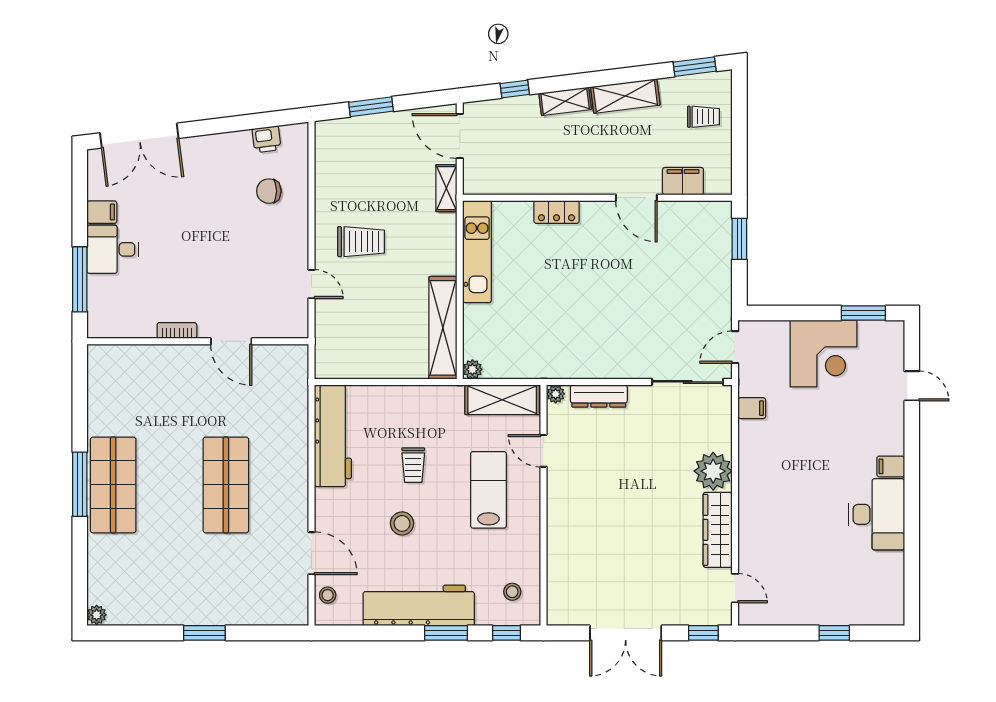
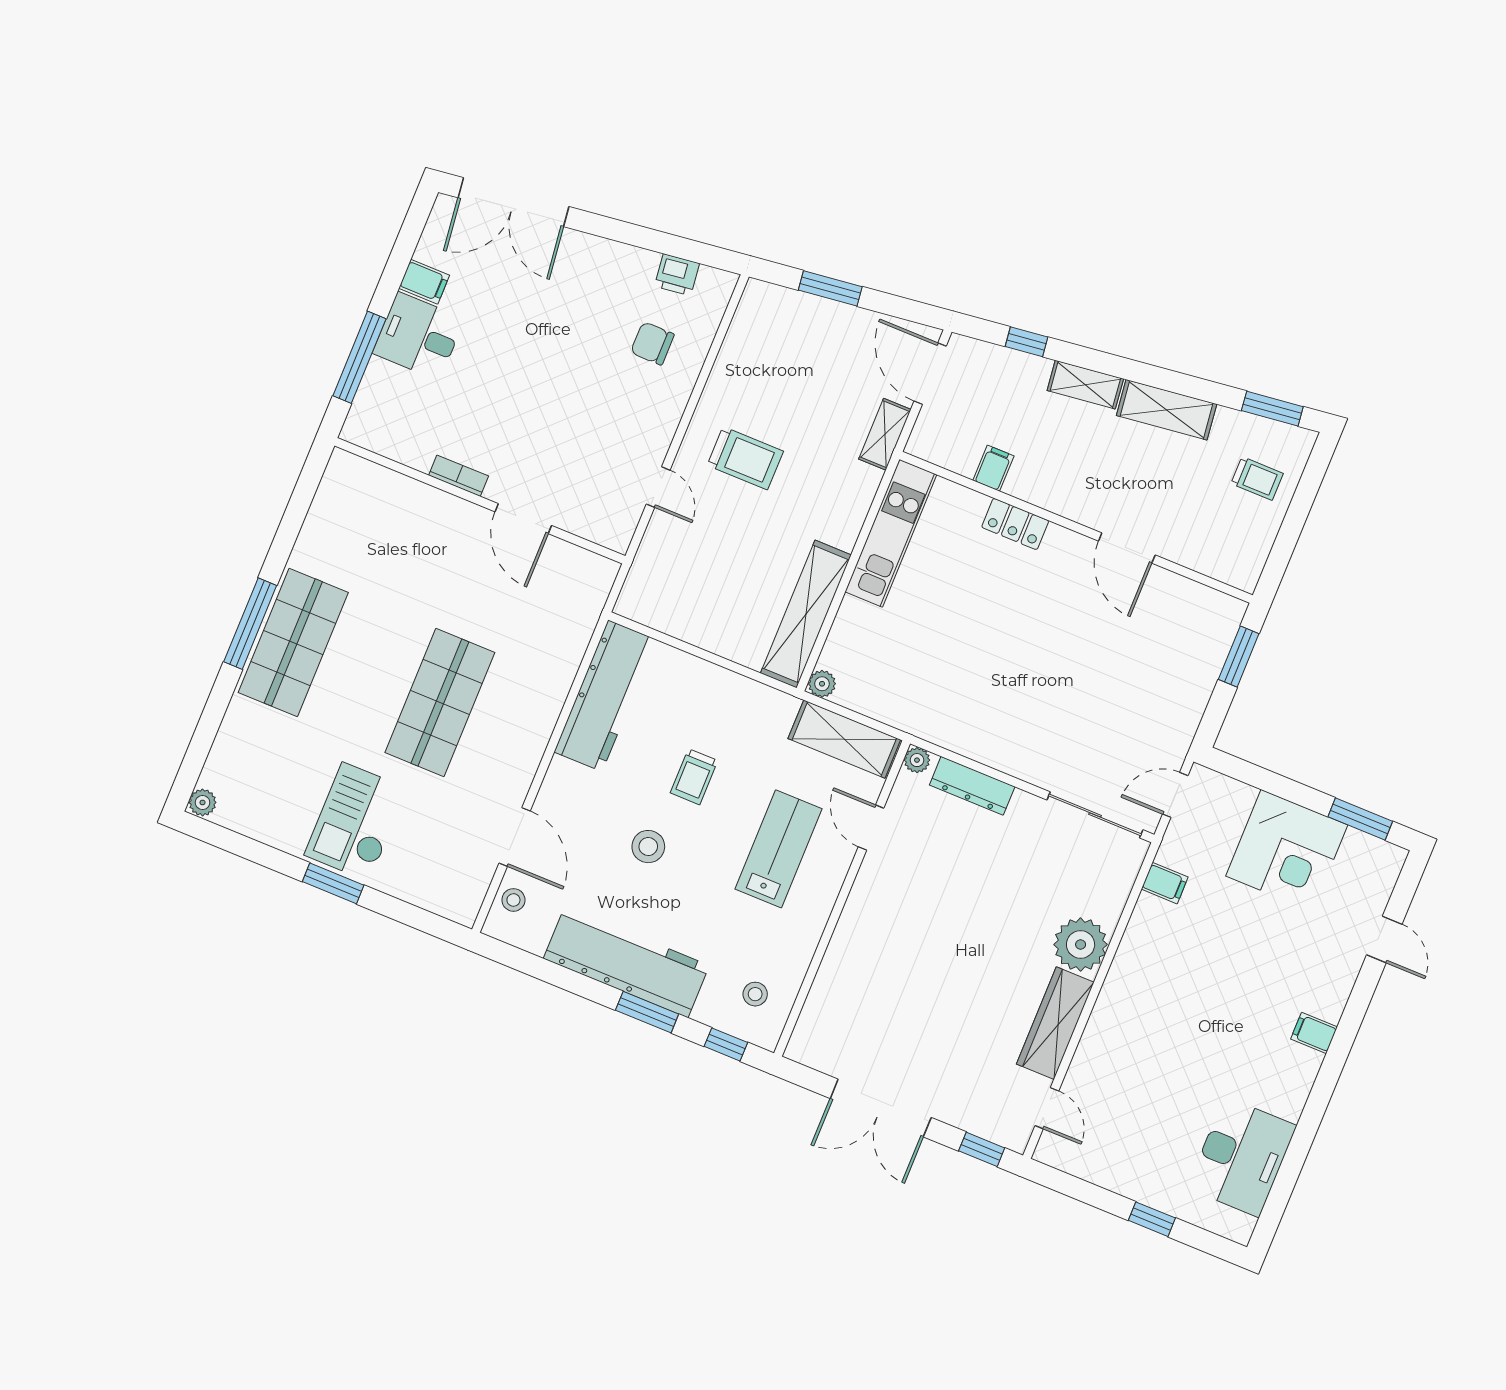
filing cabinet: (683, 181) -> (993, 468), moved, width x0.50
desk: (877, 514) -> (1242, 1157), moved
checkout: (203, 586) -> (356, 822), added

